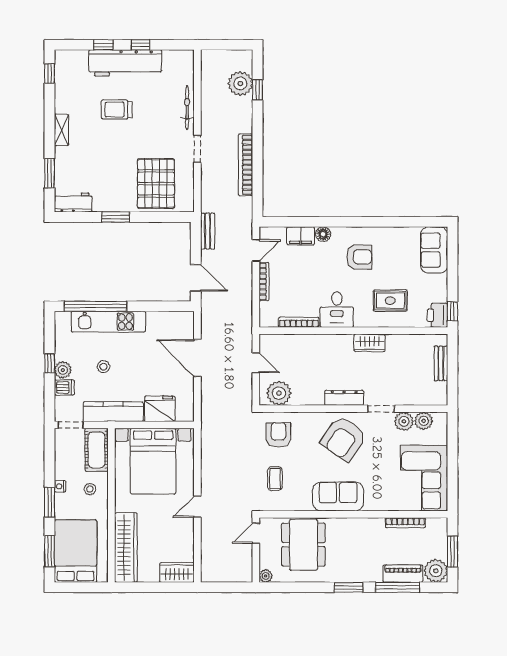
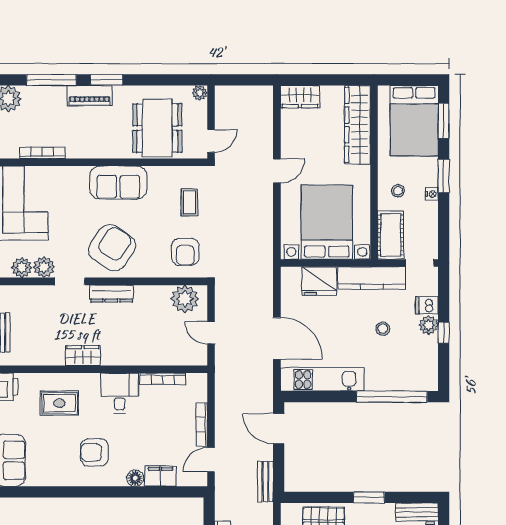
kitchen unit: (108, 322) -> (322, 379), moved
piano: (403, 574) -> (90, 95), moved

